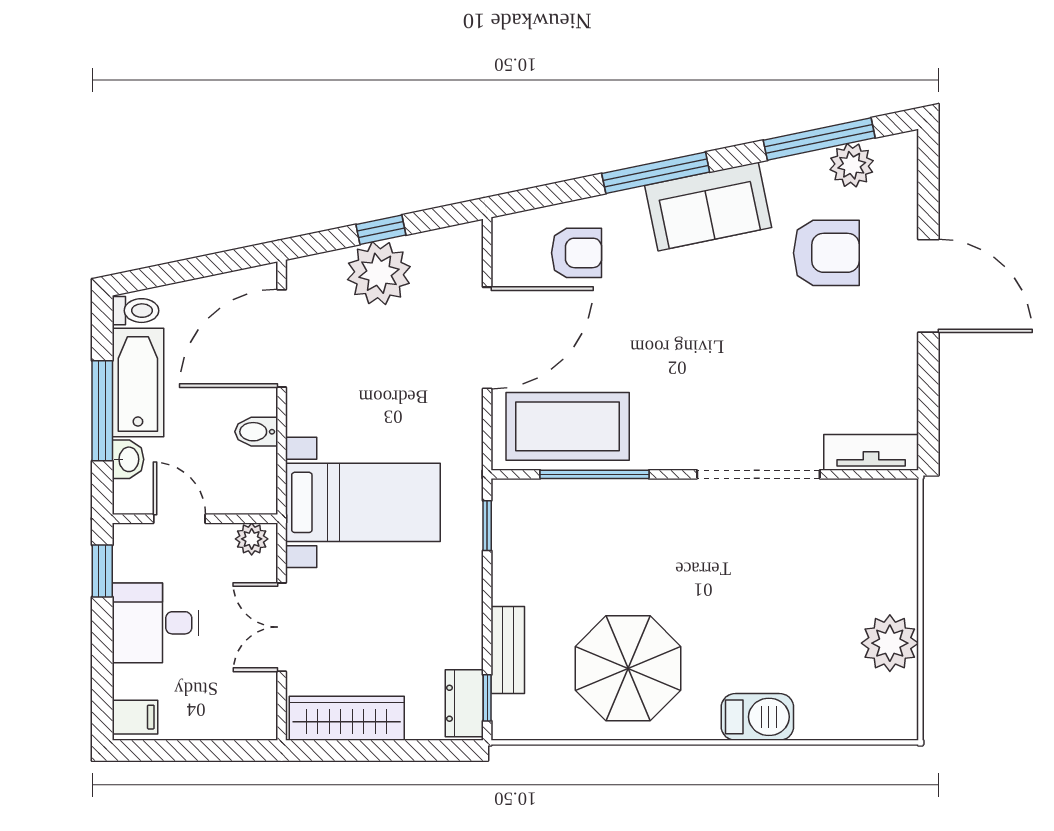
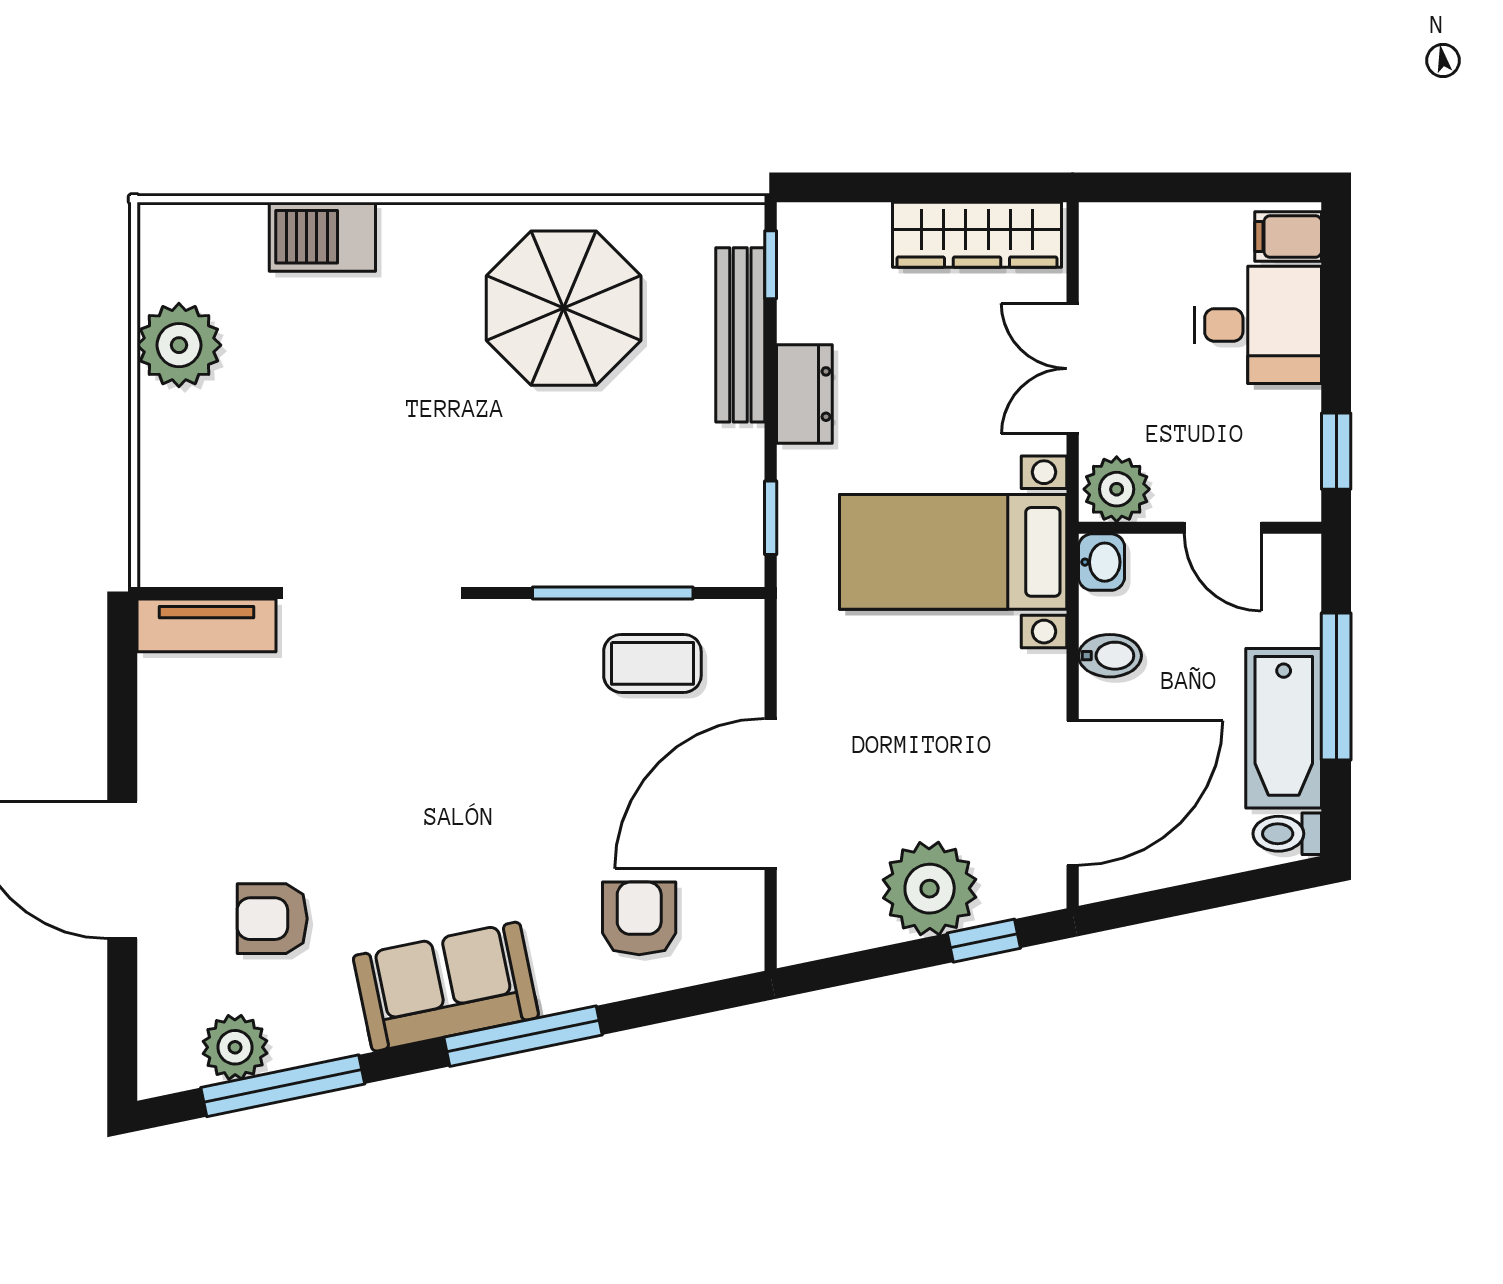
window: (381, 230) -> (984, 941), moved
armchair: (577, 253) -> (639, 918), turned 90
armchair: (826, 253) -> (272, 919), width x0.72, depth x0.72
coffee table: (568, 426) -> (652, 663), width x0.54, depth x0.58
washbasin: (128, 459) -> (1102, 562), moved, turned 180
plant: (252, 539) -> (1117, 489), width x1.38, depth x1.38
desk: (155, 623) -> (1258, 325), moved
double door: (282, 627) -> (1073, 369), swing flipped
bench: (508, 650) -> (740, 335), width x1.36
dresser: (464, 703) -> (804, 394), moved
barbecue: (757, 717) -> (322, 237), moved

